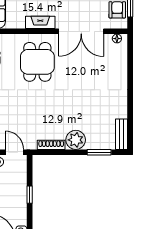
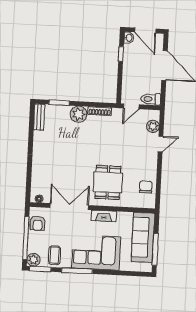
door: (14, 152) -> (131, 106), hinge flipped
window: (30, 195) -> (121, 54), moved

